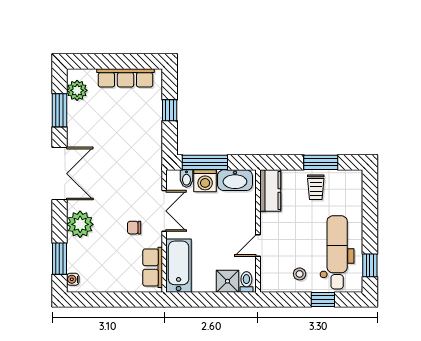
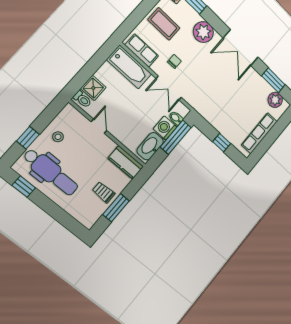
coffee table: (108, 269) -> (164, 24), added

